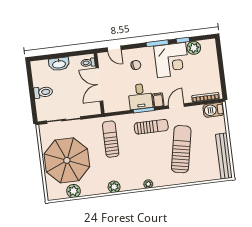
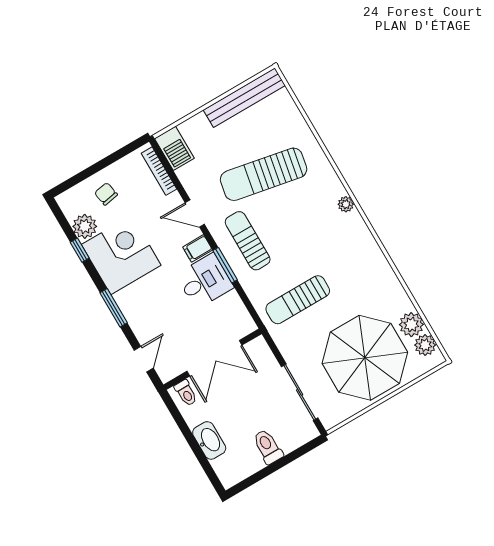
window: (157, 43) -> (114, 308), moved
chair: (136, 65) -> (106, 194), moved
plant: (114, 187) -> (425, 345), moved

